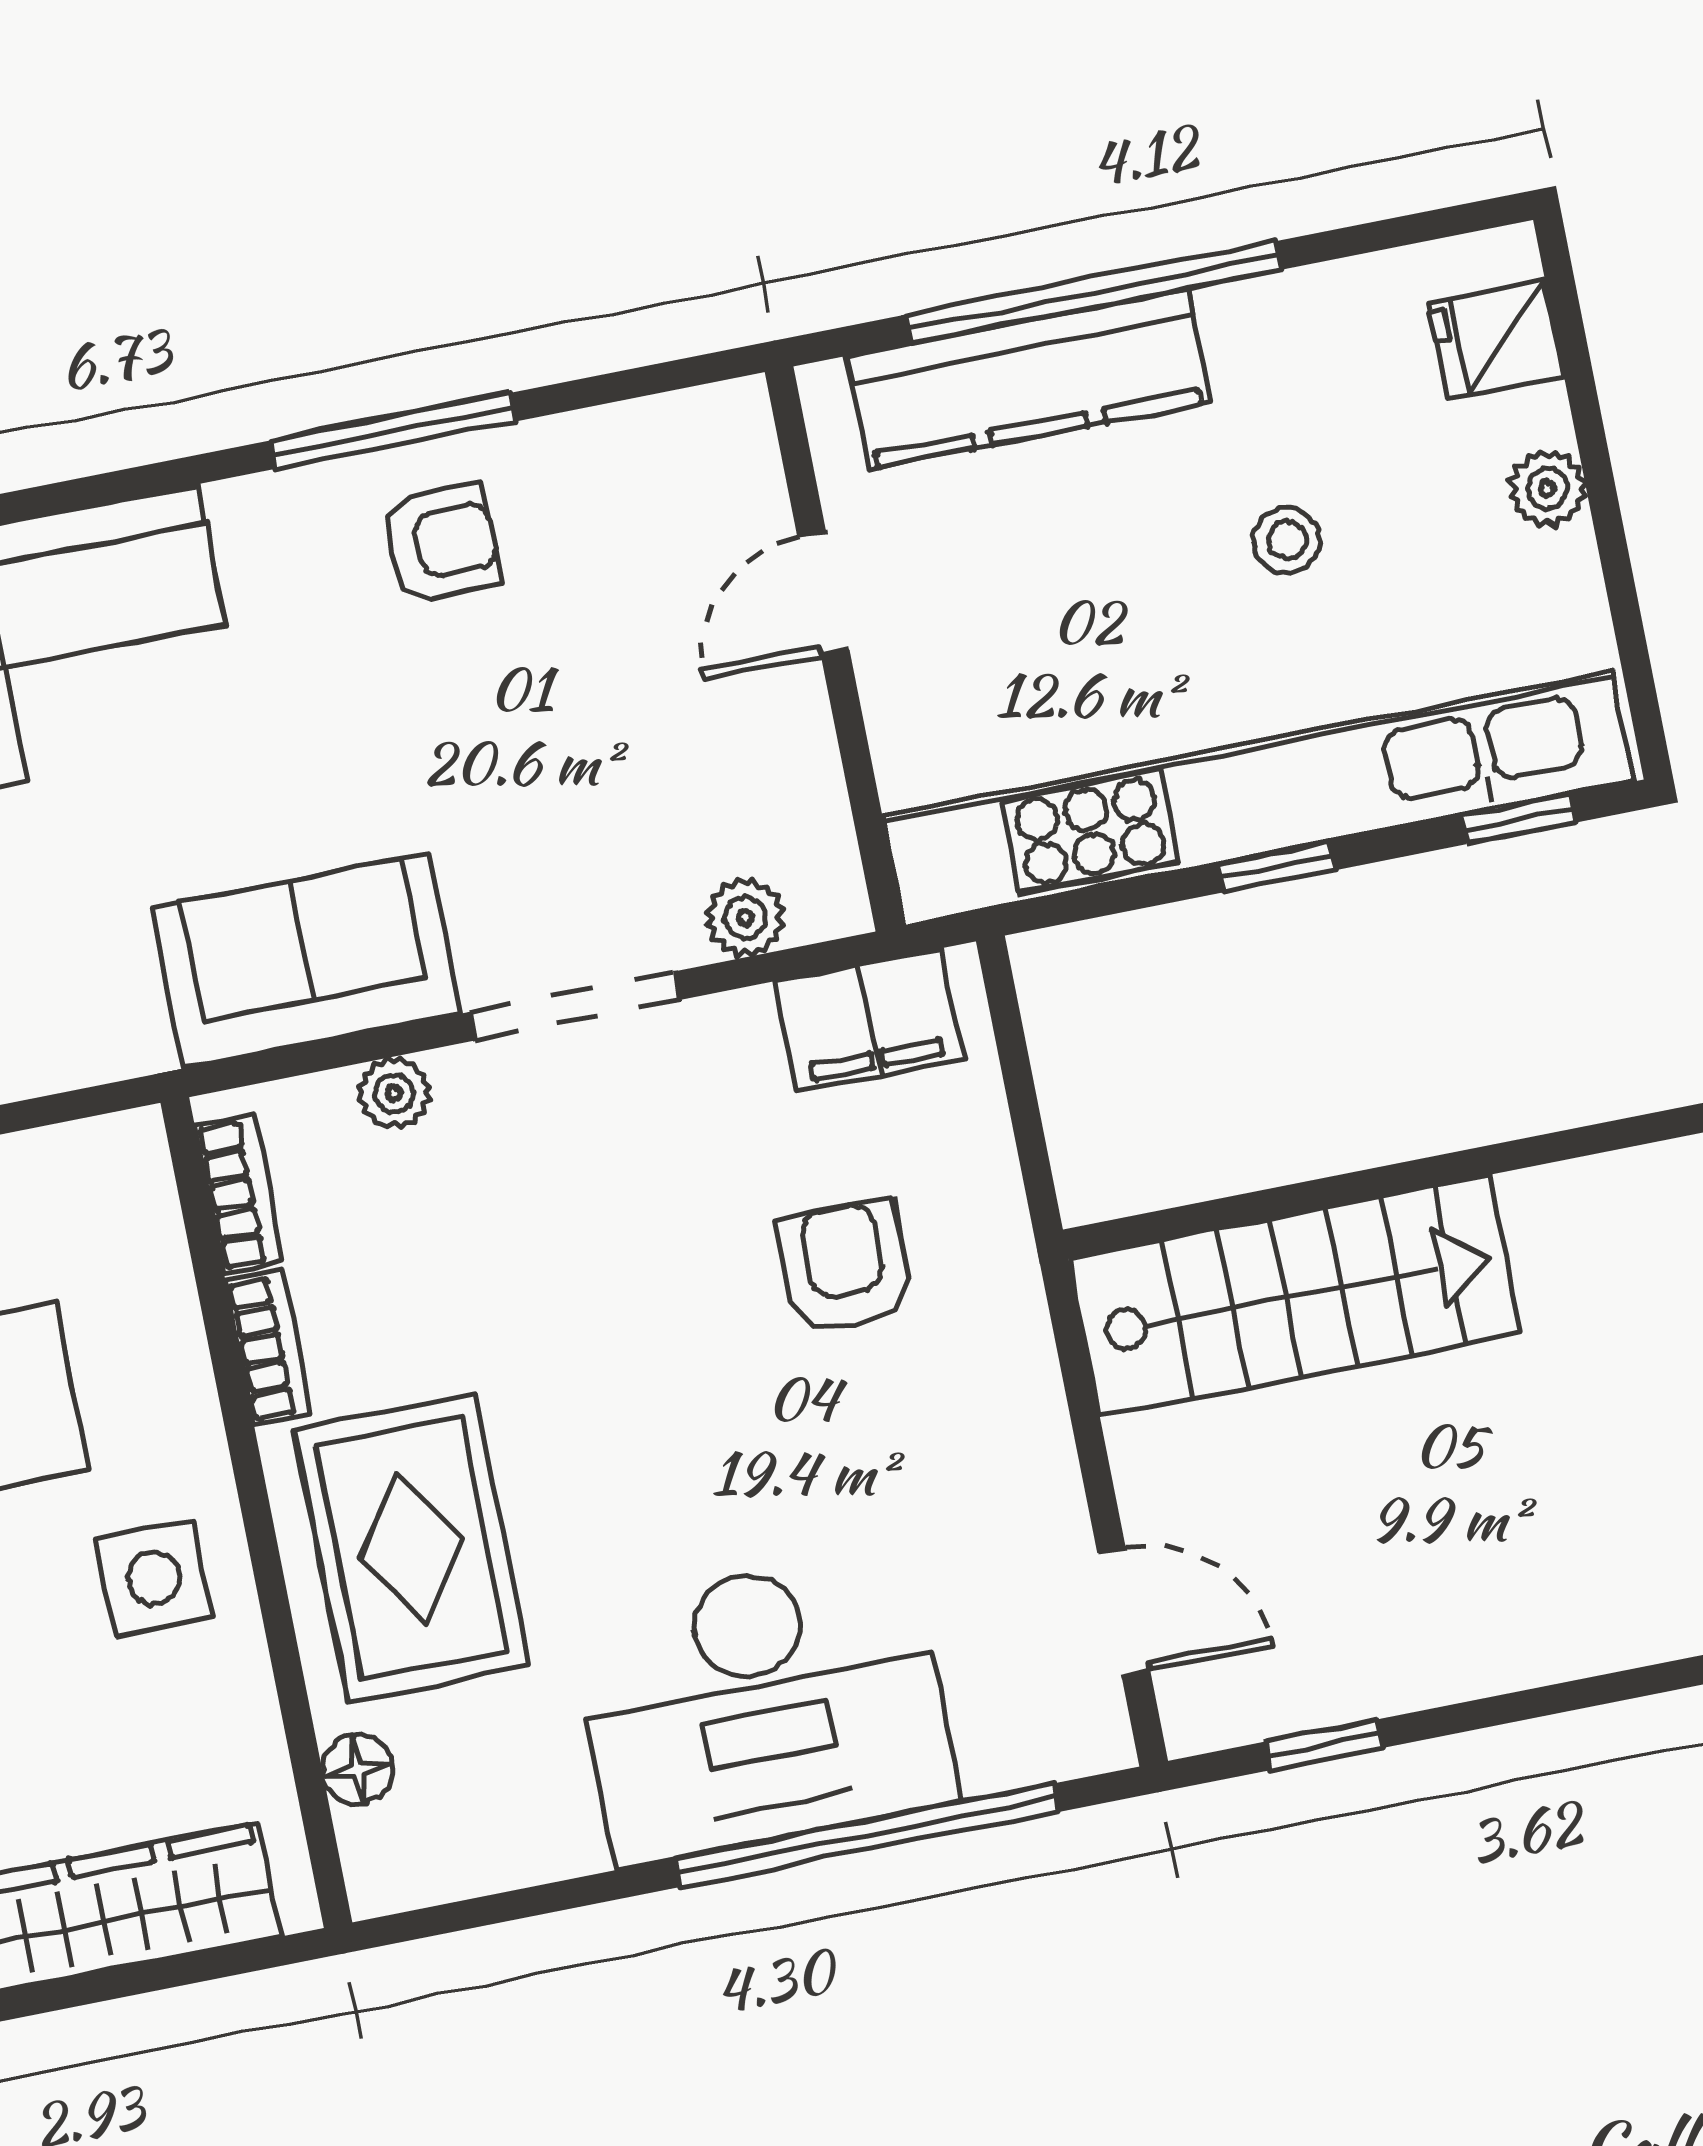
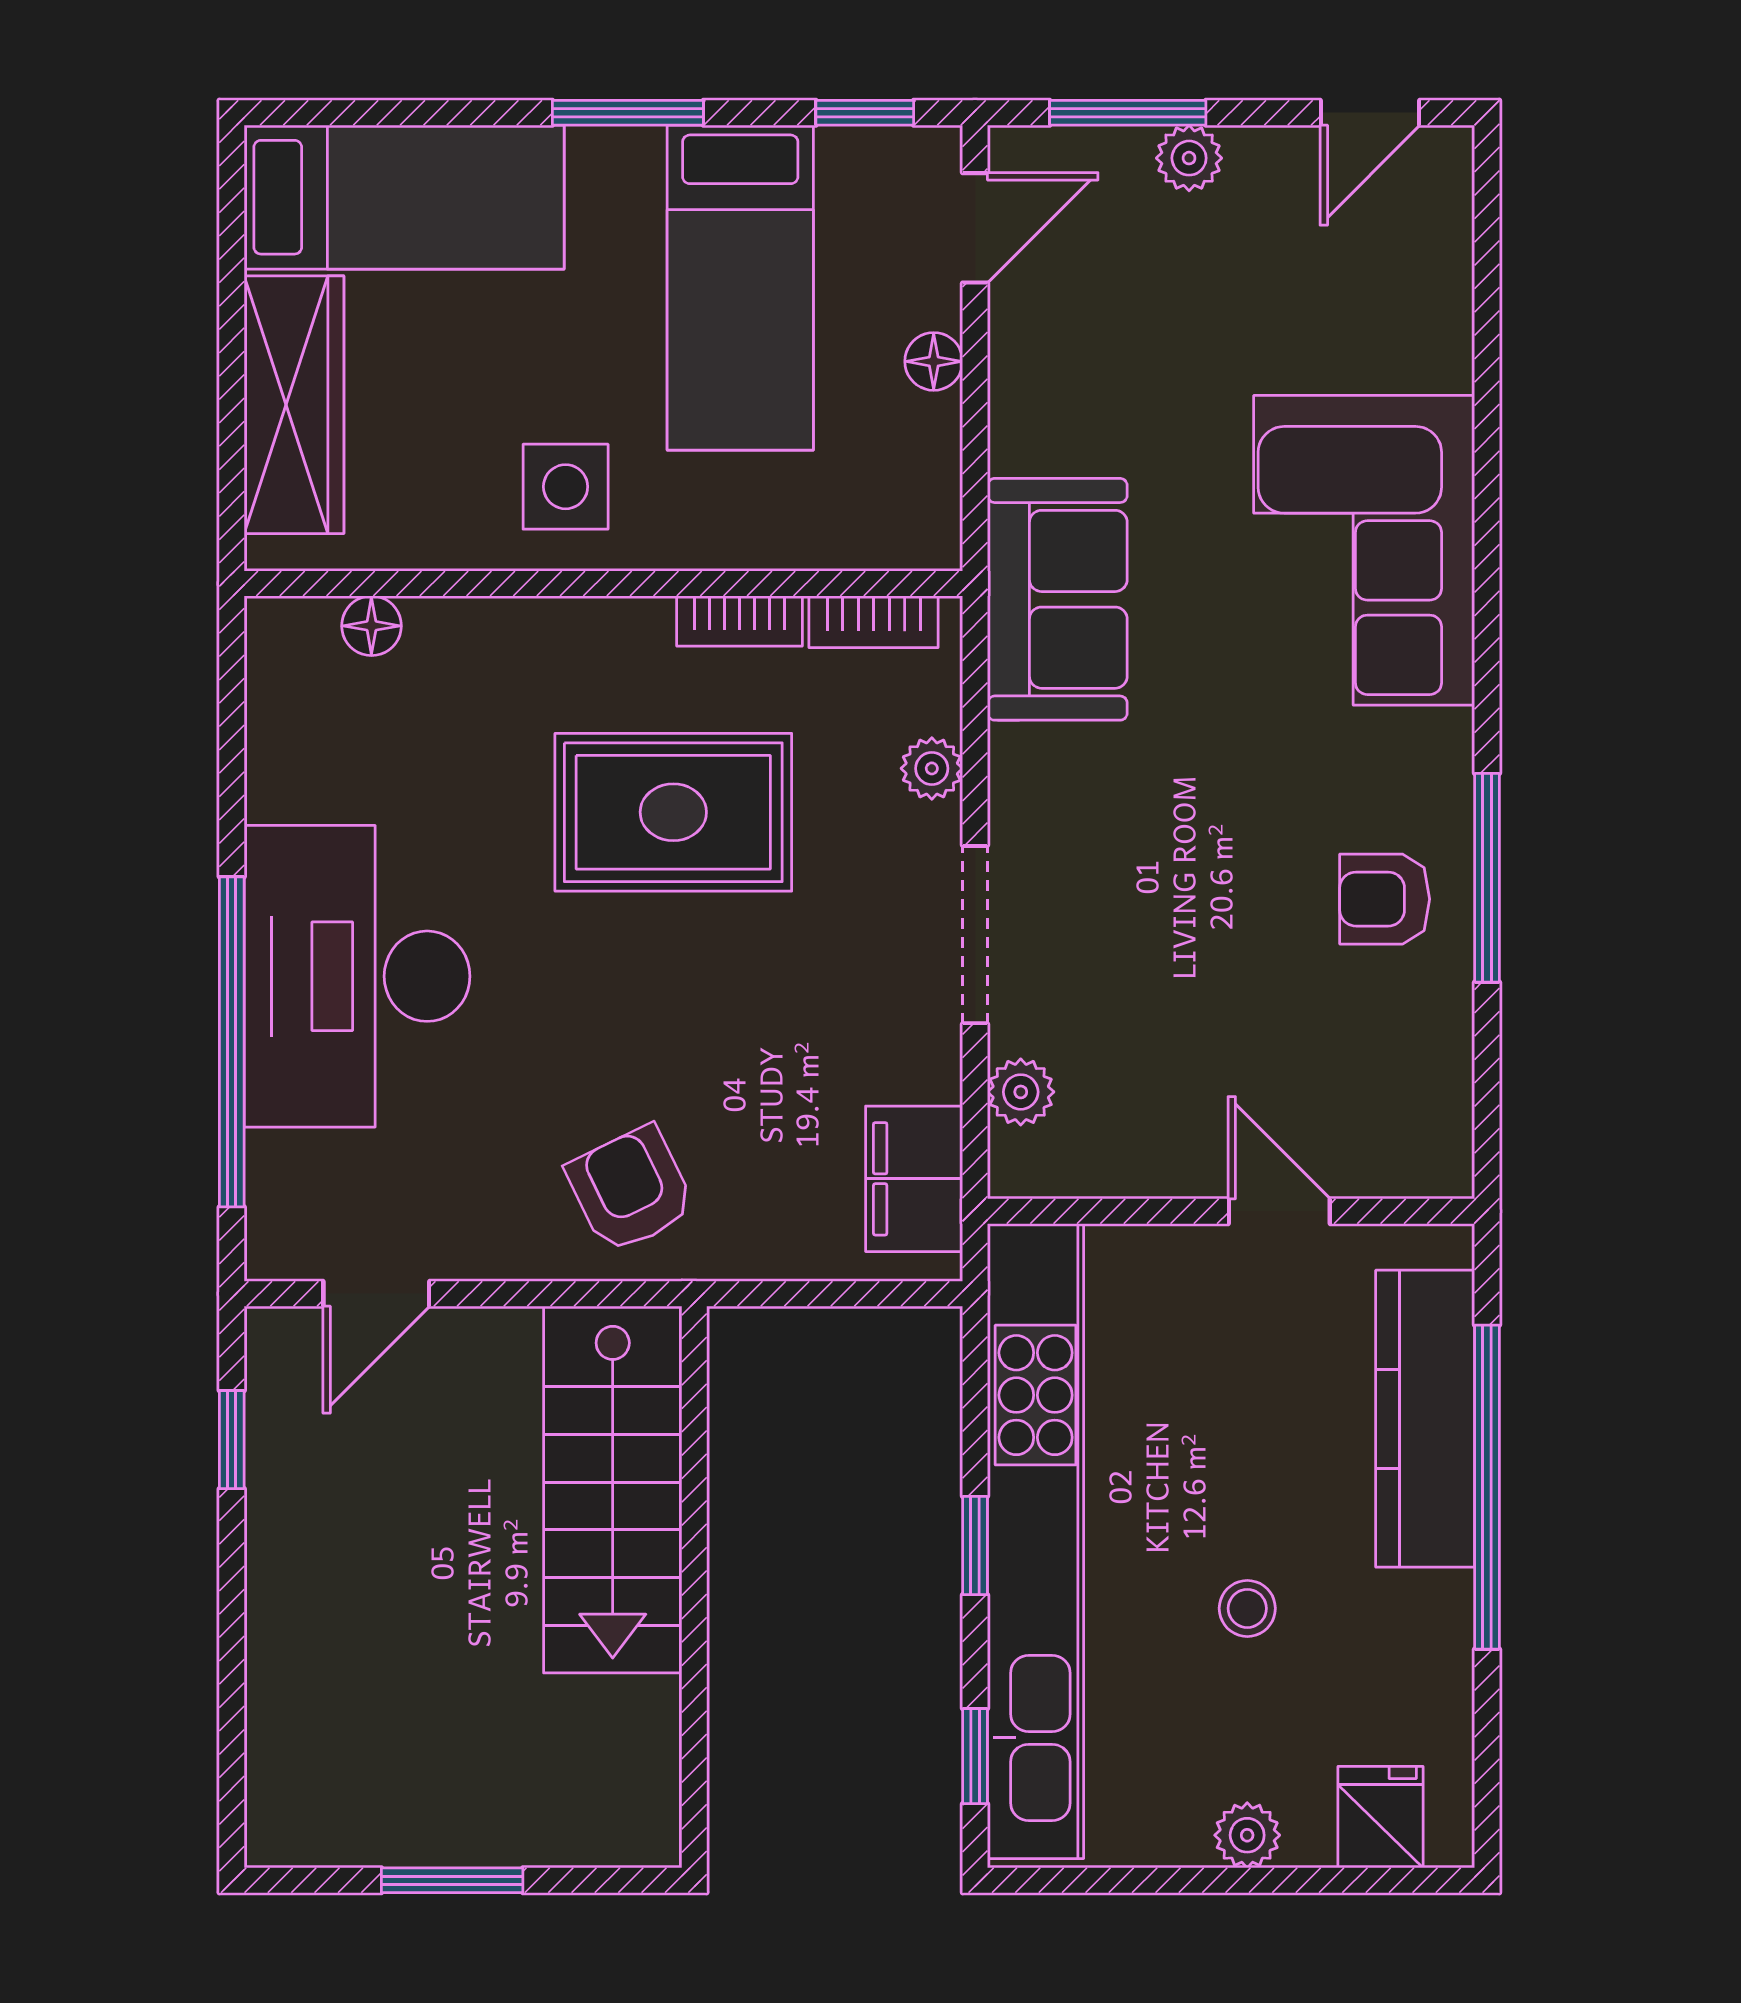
armchair: (441, 544) -> (1385, 899), turned 91
sofa: (306, 961) -> (1057, 599), moved
armchair: (845, 1267) -> (631, 1189), moved, turned -116
rug: (412, 1548) -> (673, 812), moved

